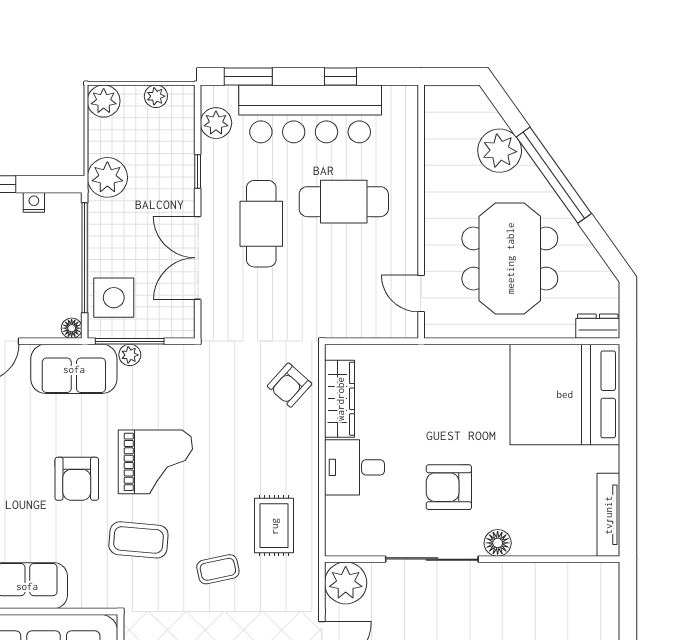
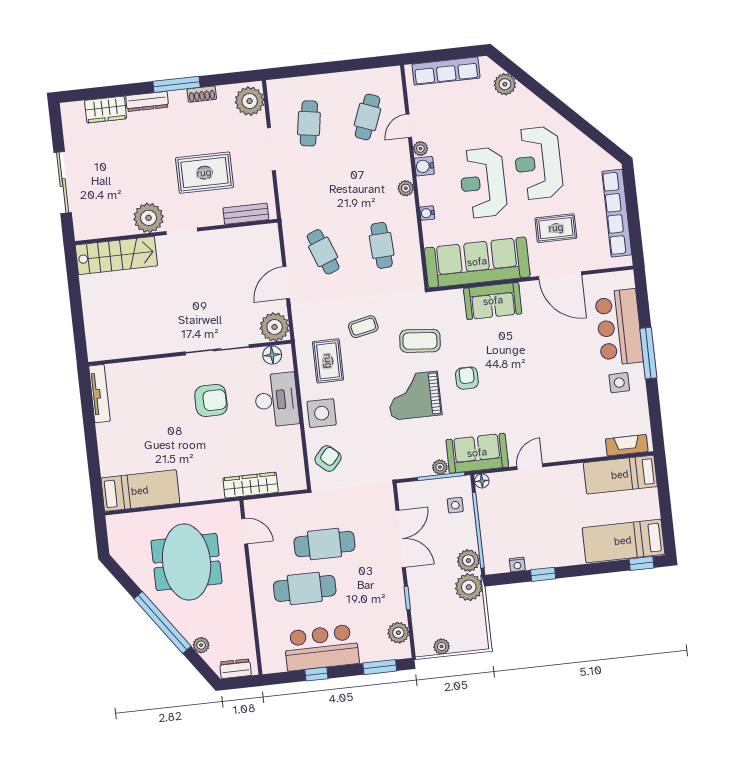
plant: (104, 101) -> (468, 561), moved
bar counter: (310, 114) -> (321, 648), width x0.73
plant: (500, 151) -> (201, 645), width x0.53, depth x0.53
cafe table: (261, 224) -> (324, 544), moved, turned 90
side table: (114, 298) -> (455, 505), width x0.54, depth x0.54
dresser: (598, 326) -> (235, 669), moved, turned 180
bed: (565, 394) -> (140, 491), width x0.49
wardrobe: (340, 399) -> (251, 485), moved, turned 90
side table: (292, 451) -> (322, 413), added
desk: (355, 467) -> (276, 400), width x1.37
armchair: (77, 479) -> (467, 378), width x0.72, depth x0.72
floor lamp: (498, 543) -> (272, 355), moved

